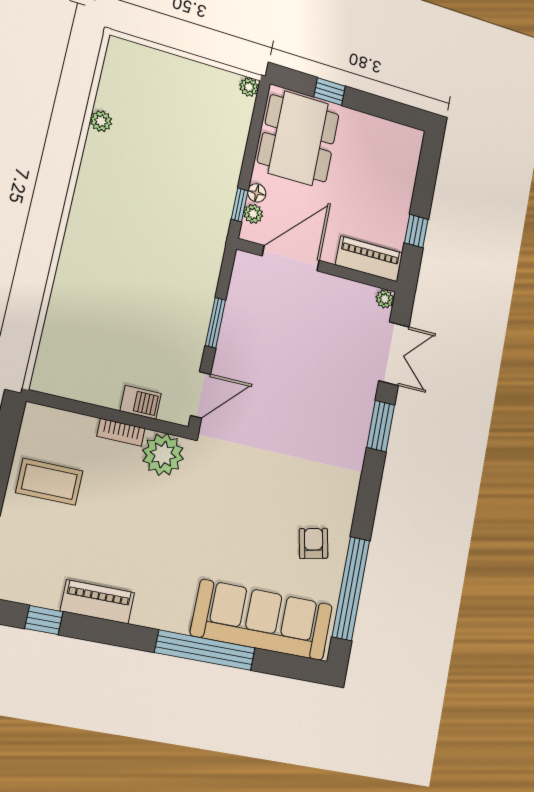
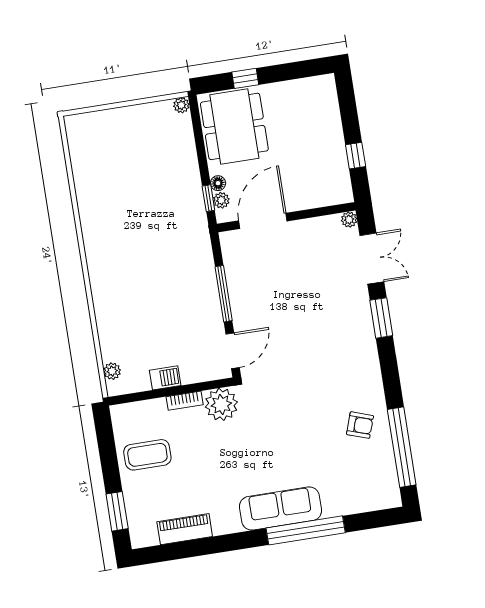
plant: (101, 121) -> (112, 371), moved
piano: (369, 259) -> (325, 194), removed
window: (215, 323) -> (224, 294), width x1.44
barbecue: (141, 402) -> (165, 378), moved
armchair: (314, 543) -> (360, 425), turned 121
piano: (97, 602) -> (185, 529), moved
window: (44, 620) -> (181, 550), removed
sofa: (262, 620) -> (281, 508), moved, width x0.74, depth x0.79

